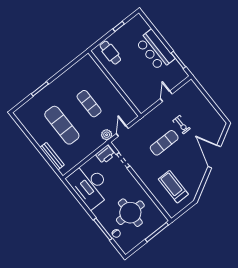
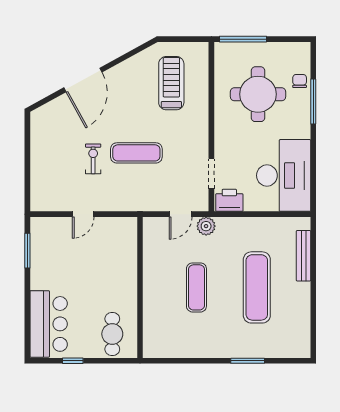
bar counter: (155, 50) -> (49, 324), moved
treadmill: (173, 187) -> (171, 83), turned 180

